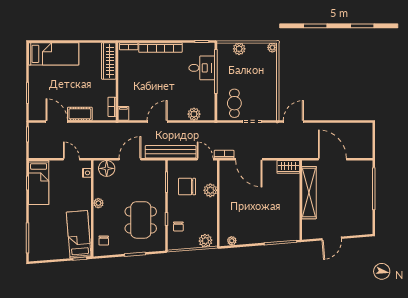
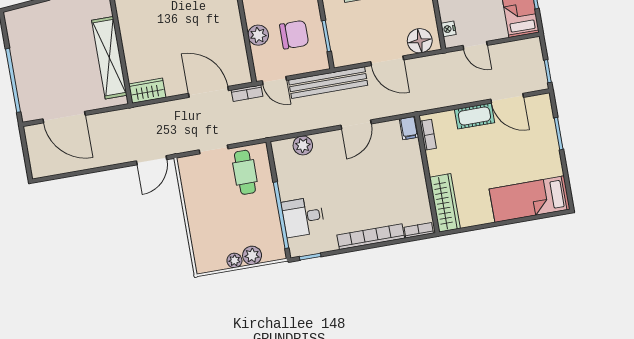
plant: (272, 47) -> (234, 260), moved
door: (130, 159) -> (387, 61), hinge flipped
door: (332, 159) -> (64, 117), moved

